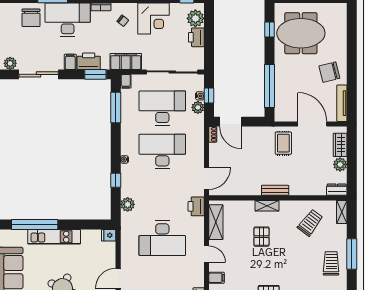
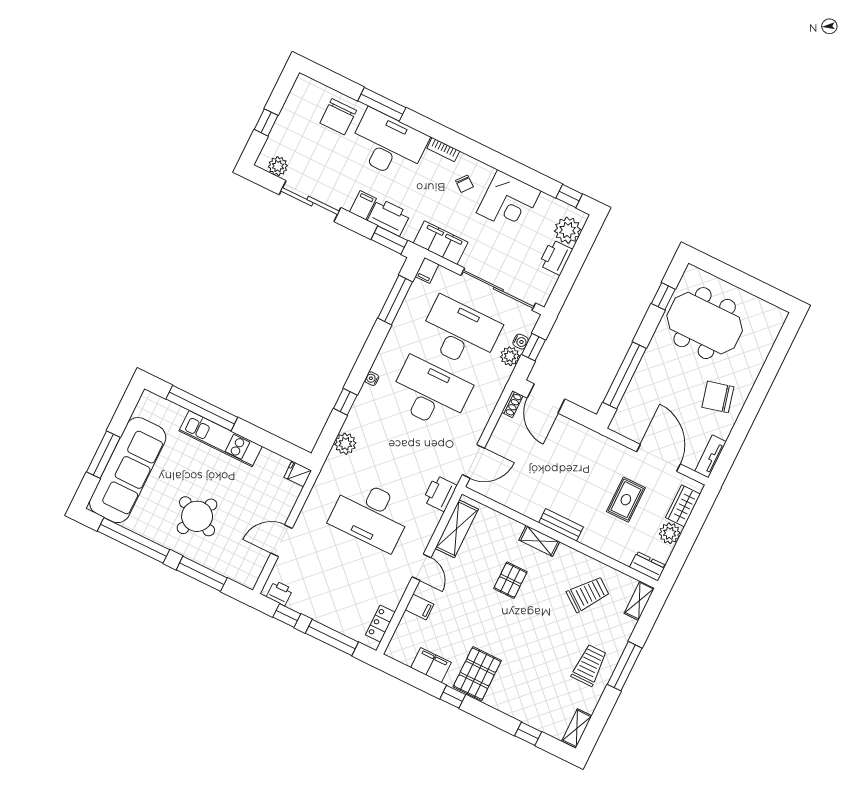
tv unit: (342, 103) -> (710, 456), width x0.71
rug: (283, 143) -> (626, 500), moved

